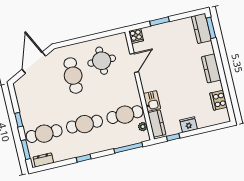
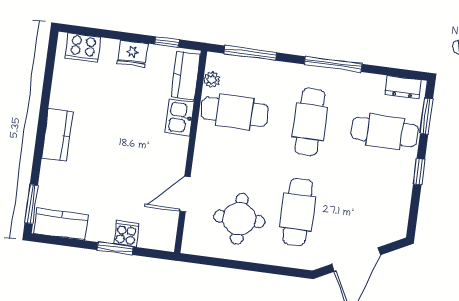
kitchen counter: (202, 28) -> (61, 224), moved, turned -90
cooker: (136, 36) -> (126, 234), moved
cooker: (219, 100) -> (83, 48), moved, turned 90
cafe table: (84, 124) -> (310, 122), turned 90
window: (84, 158) -> (333, 64), width x2.17

